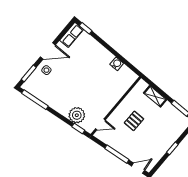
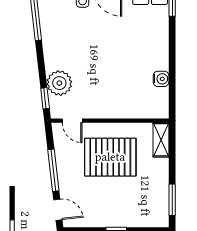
shelving: (155, 96) -> (161, 140), moved
pallet: (134, 121) -> (110, 157), width x2.05, depth x2.00

